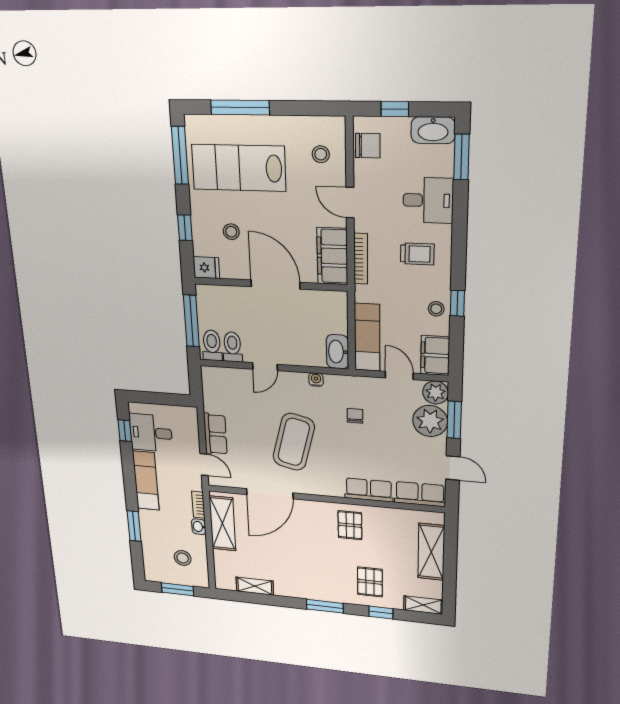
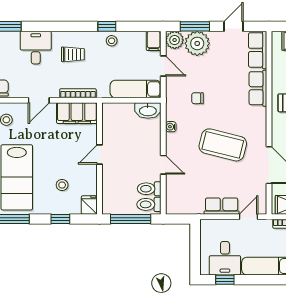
trolley: (417, 254) -> (73, 54), turned 90
door: (275, 285) -> (100, 154), width x0.53
filing cabinet: (435, 355) -> (154, 41), width x0.50
door: (399, 375) -> (163, 66), swing flipped

